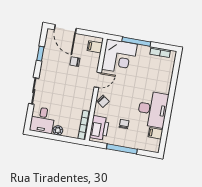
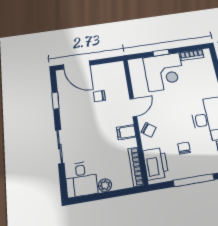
window: (136, 42) -> (161, 53), width x0.46
filing cabinet: (95, 47) -> (126, 132), moved
corner desk: (119, 57) -> (164, 72), moved

